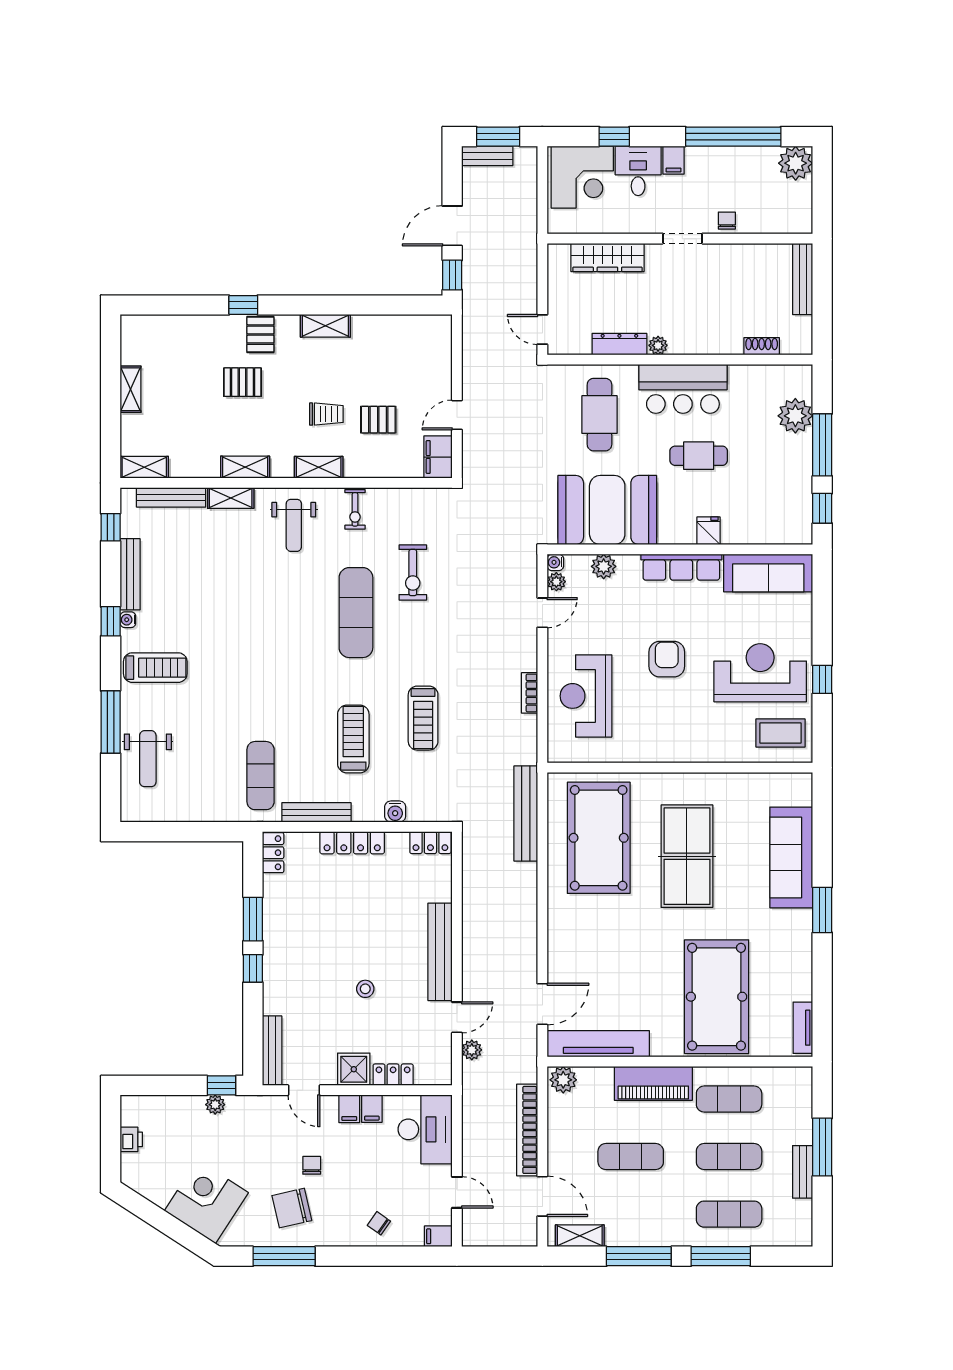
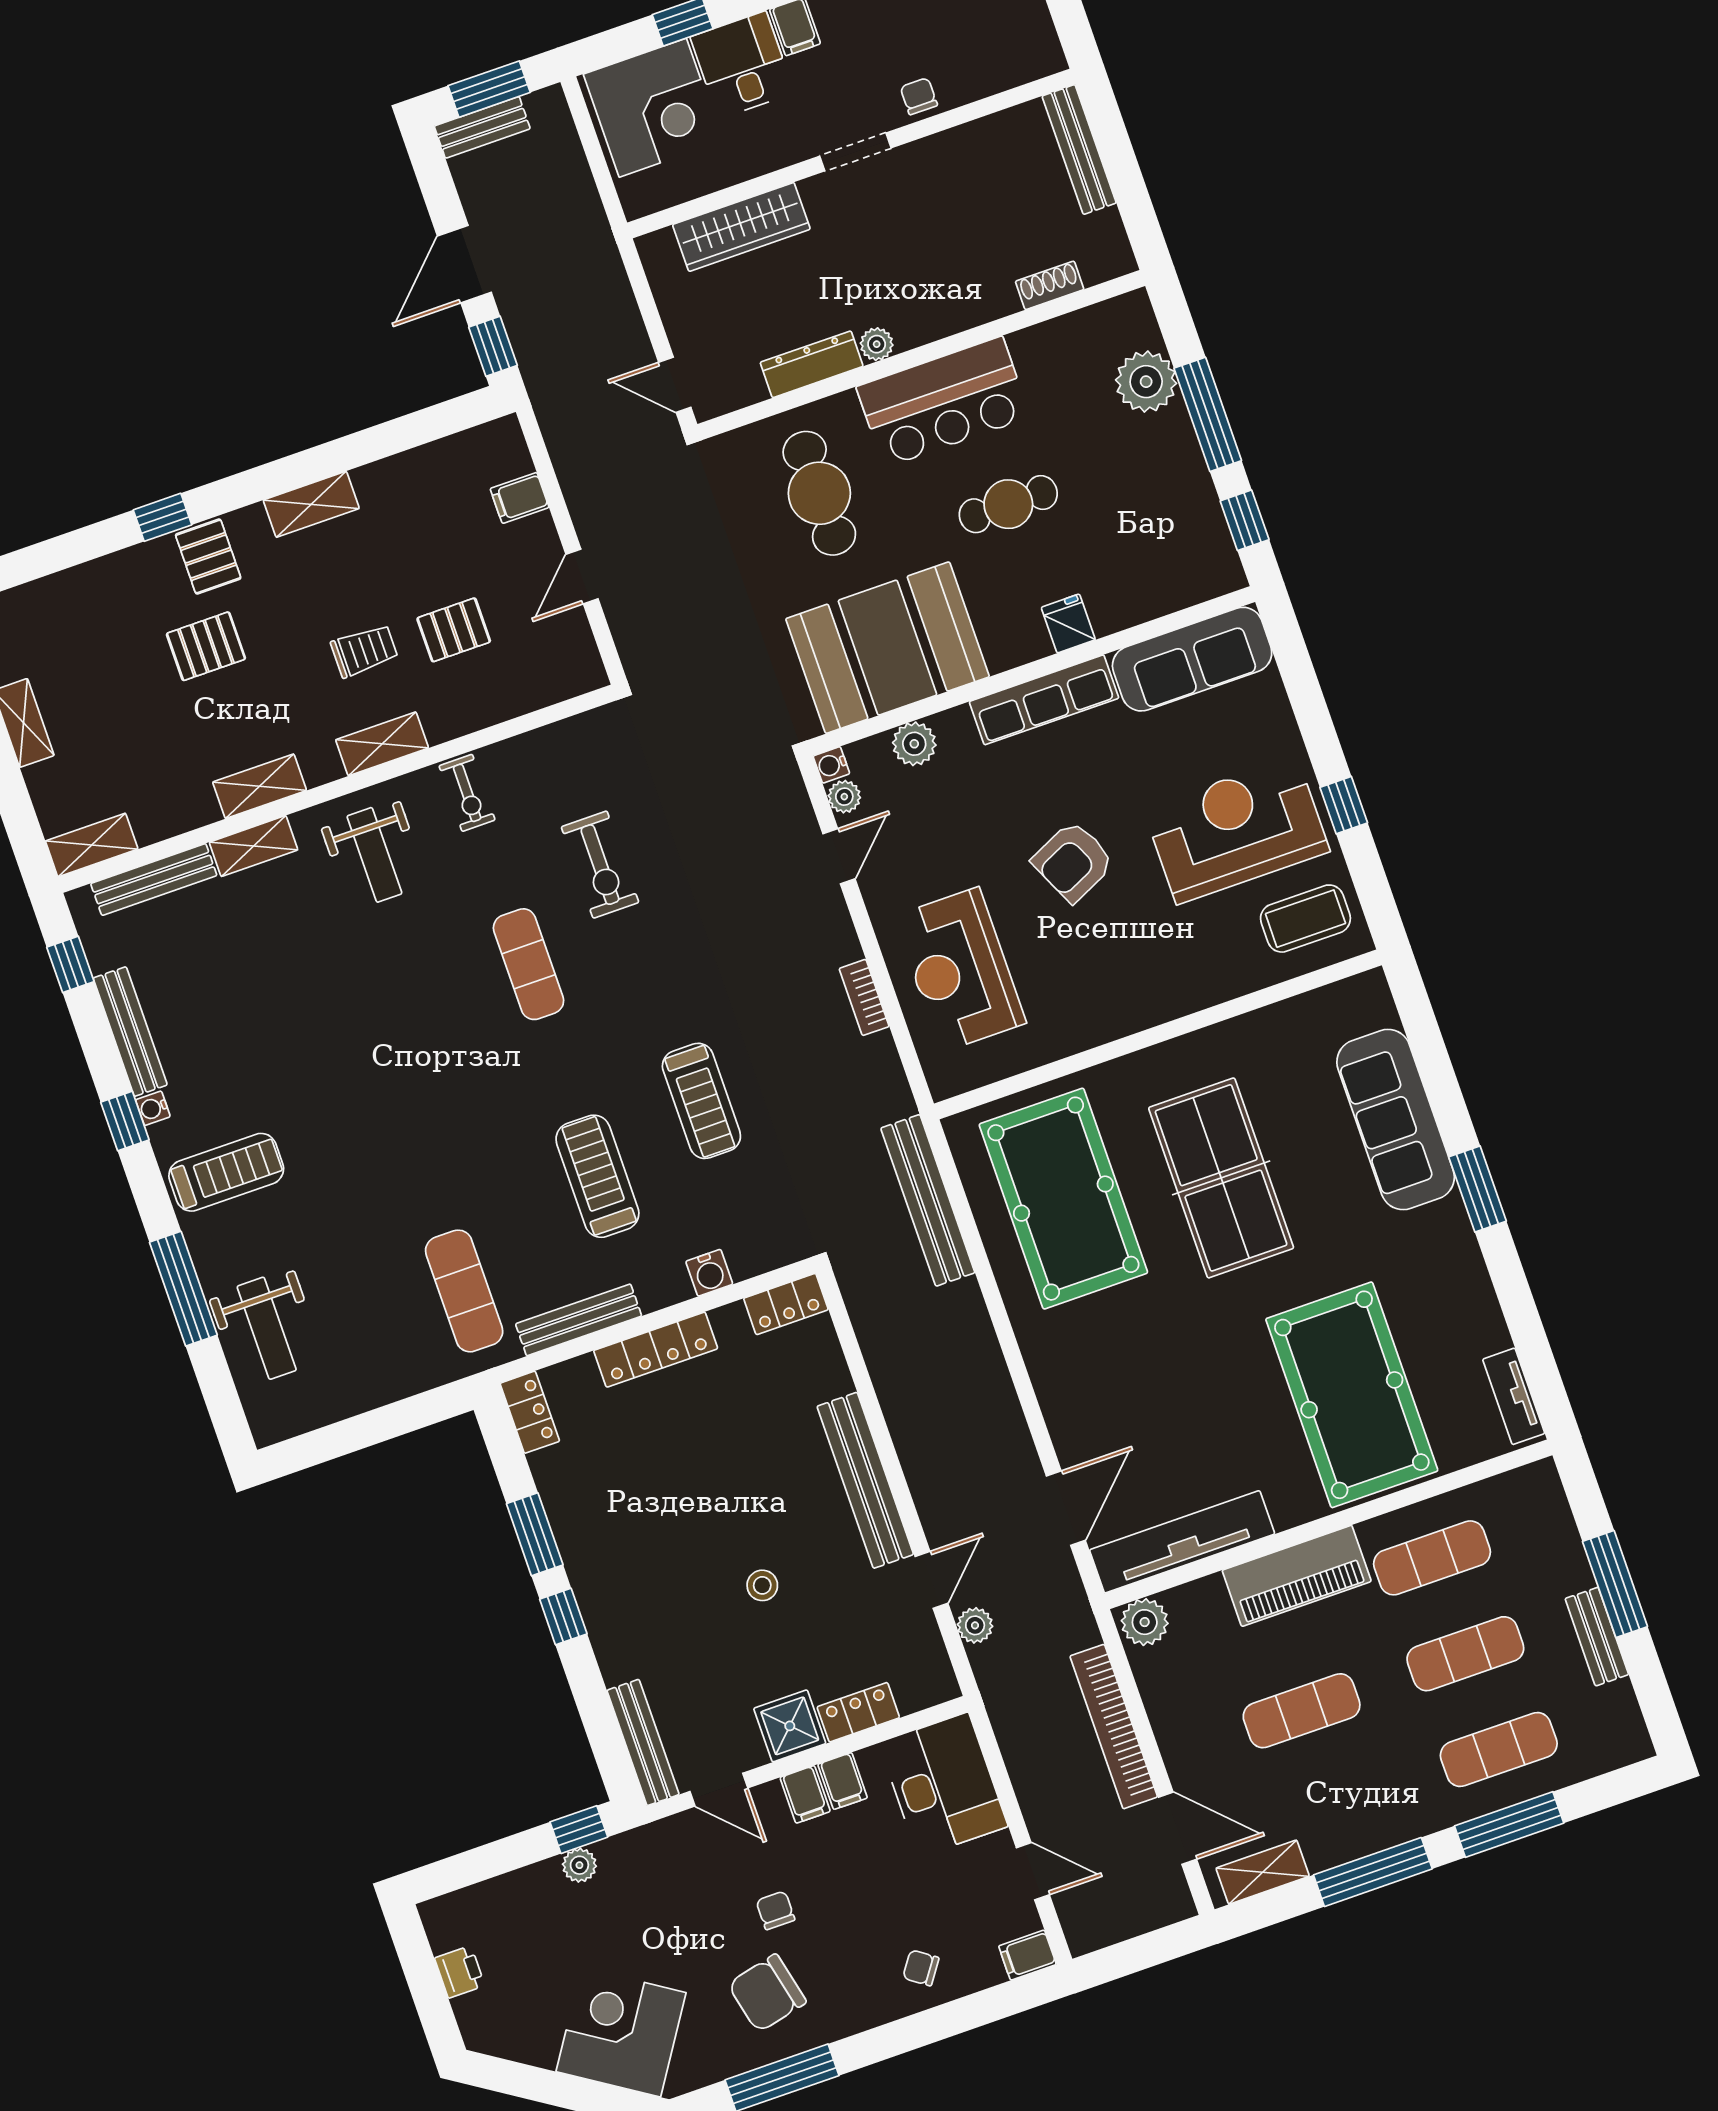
filing cabinet: (438, 457) -> (520, 498), moved, width x0.50
exercise mat: (356, 613) -> (529, 964), width x0.73, depth x0.69
armchair: (667, 659) -> (1073, 861), turned -115

